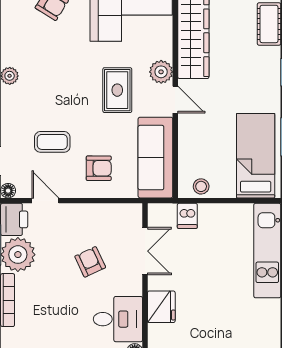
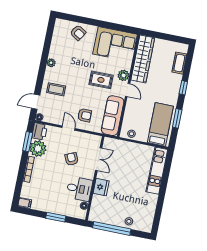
rug: (117, 90) -> (101, 80), turned 90
coffee table: (52, 142) -> (56, 89), moved
door: (45, 201) -> (69, 128), moved
dishwasher: (187, 216) -> (122, 146), removed

